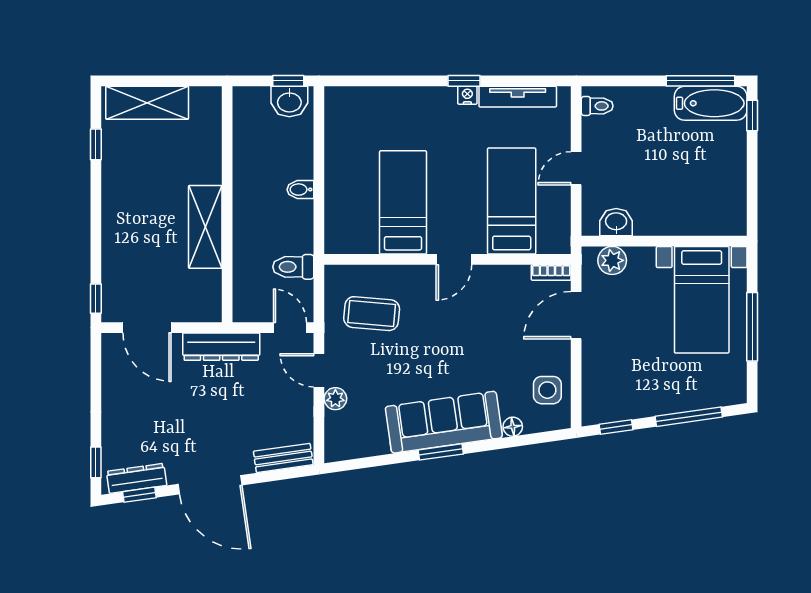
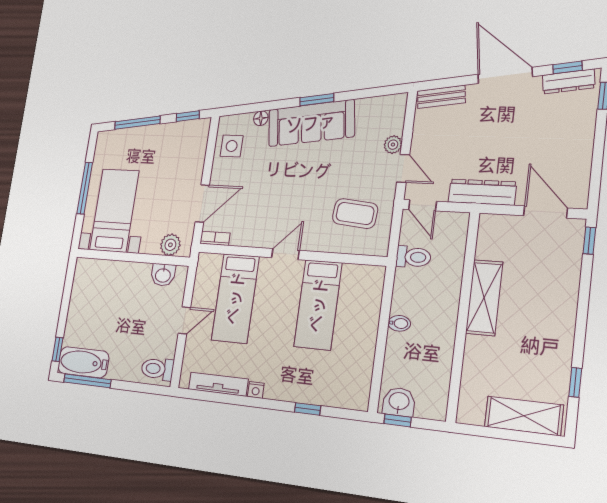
window: (464, 81) -> (308, 409), moved
toilet: (597, 106) -> (157, 369), width x1.37, depth x1.39

